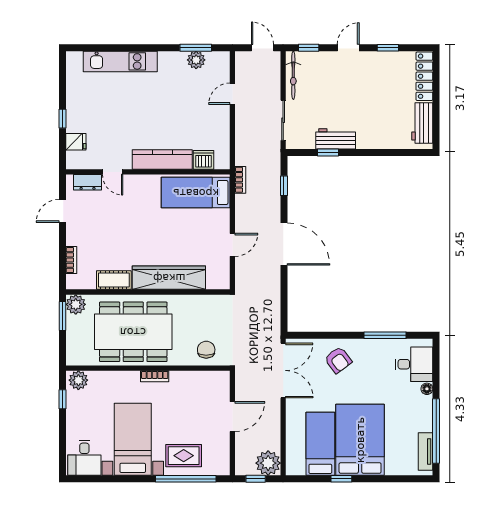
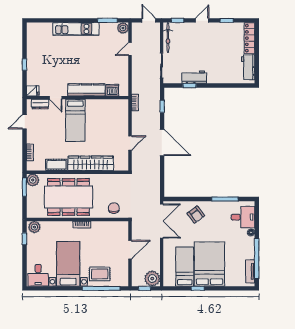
plant: (196, 60) -> (123, 28), moved
kitchen unit: (120, 61) -> (76, 29), moved
fridge: (76, 142) -> (33, 91), moved
bed: (196, 193) -> (75, 120), moved, turned -90

